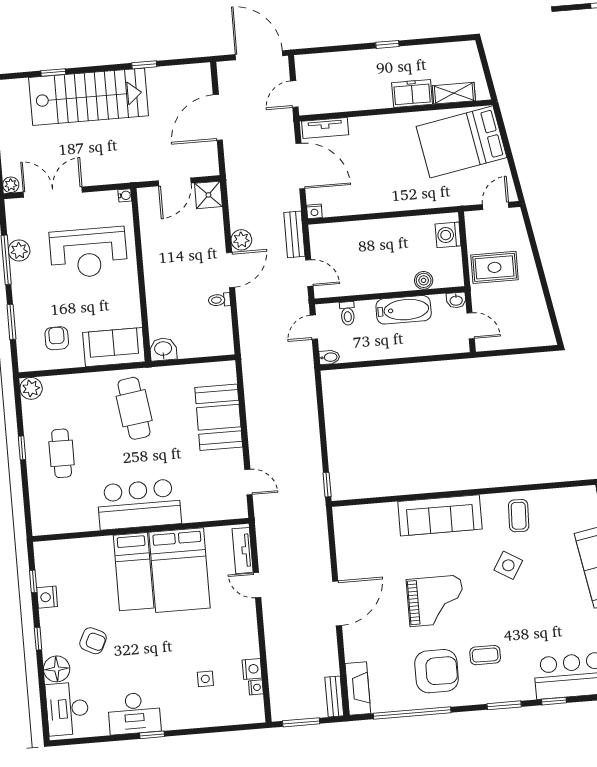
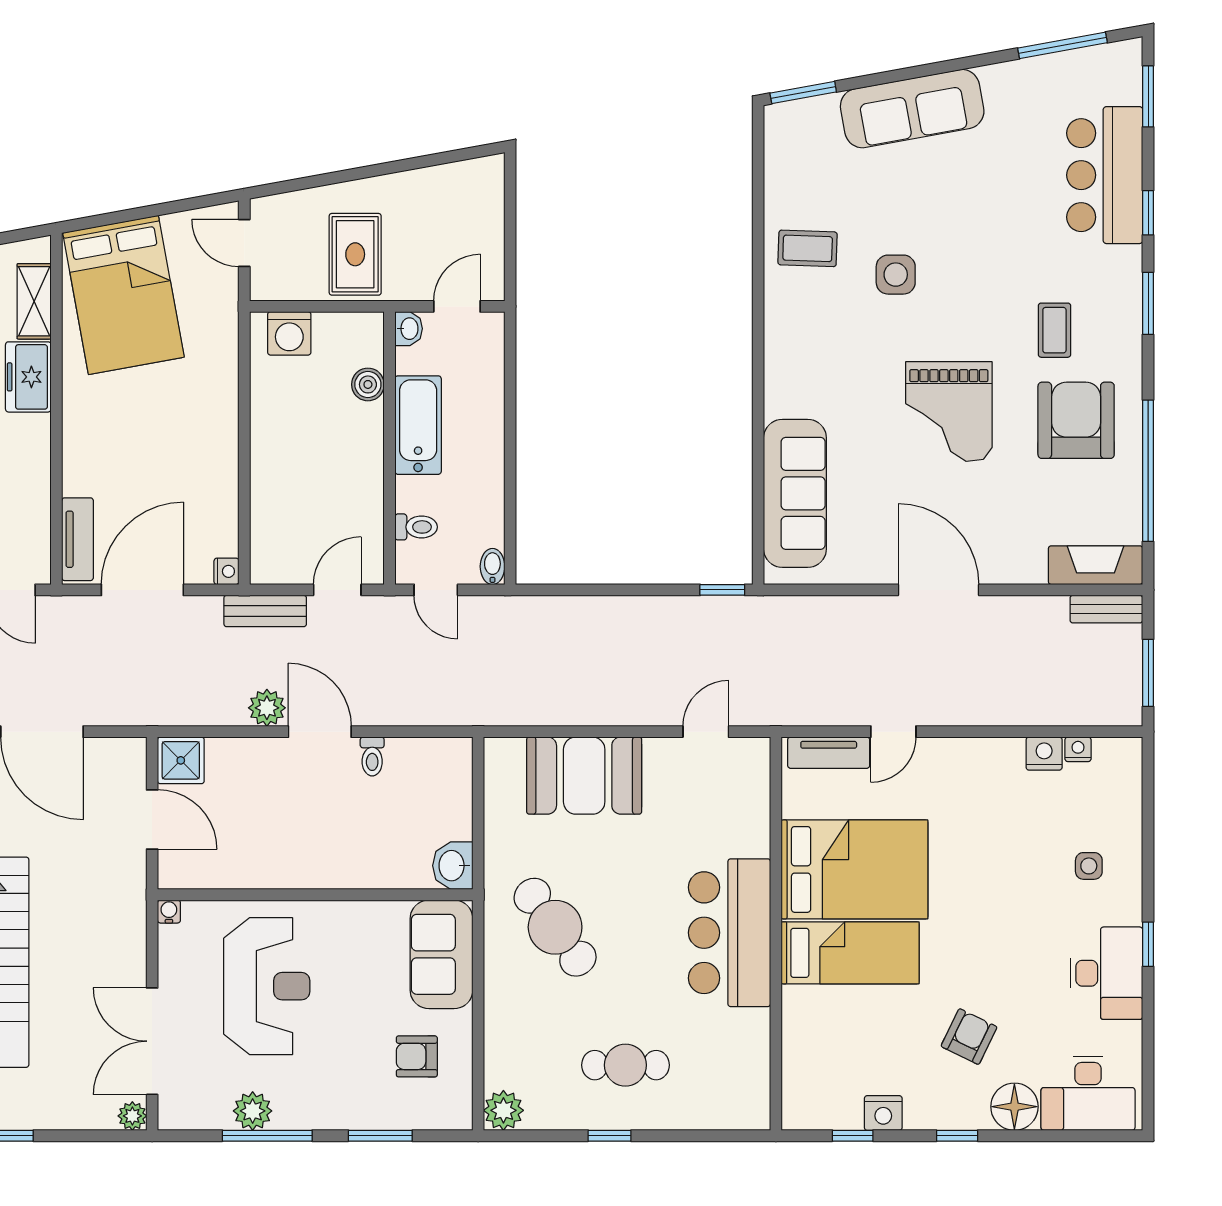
cafe table: (134, 408) -> (555, 927), turned 62
sofa: (440, 515) -> (795, 493), moved
side table: (508, 565) -> (896, 275), turned -31
grand piano: (435, 601) -> (949, 412), turned 180
side table: (205, 679) -> (1089, 866), moved

